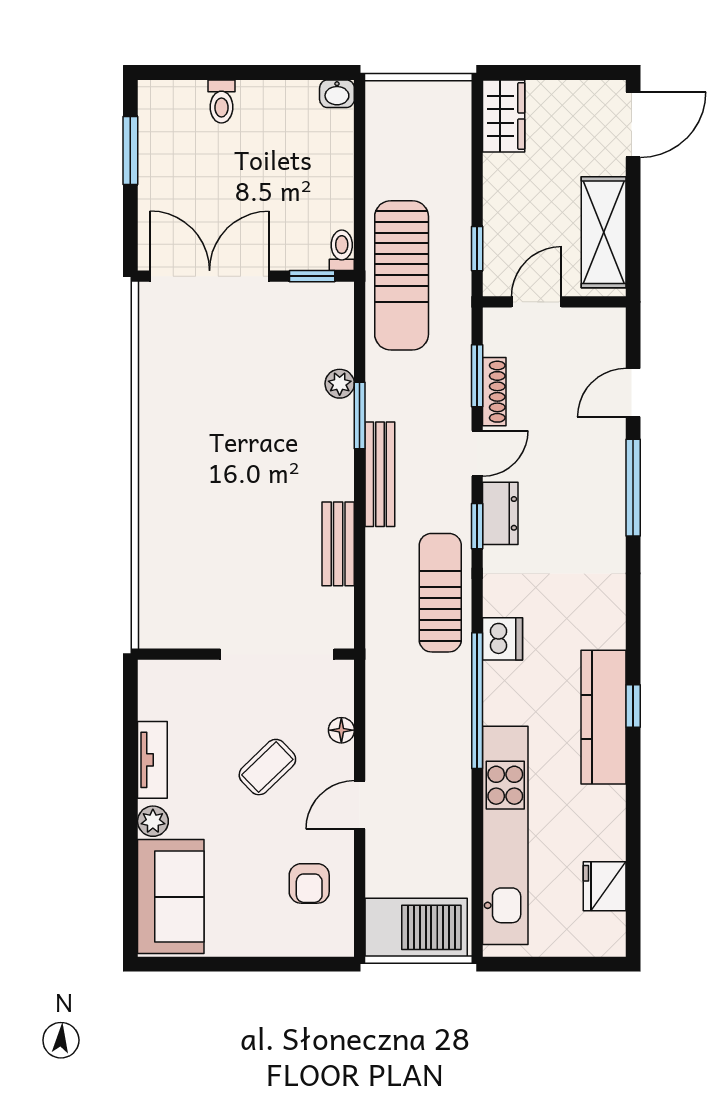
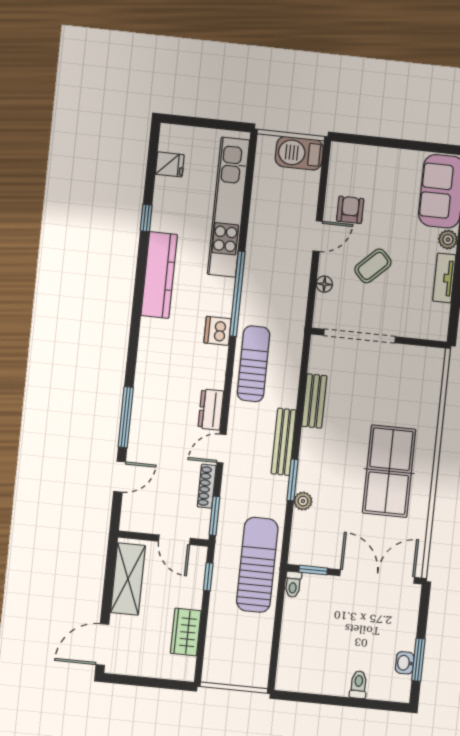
washbasin: (337, 94) -> (405, 663), moved, turned -90
wardrobe: (504, 116) -> (186, 632), moved
double door: (210, 276) -> (377, 577), swing flipped
door: (537, 302) -> (174, 540), hinge flipped
window: (477, 376) -> (214, 516), moved
table tennis table: (208, 445) -> (389, 471), added
window: (477, 526) -> (226, 403), removed
sun lounger: (440, 593) -> (254, 364), turned 180
window: (633, 706) -> (146, 218), moved
armchair: (309, 883) -> (350, 210), moved
fridge: (605, 886) -> (170, 164), width x0.72
barbecue: (416, 927) -> (299, 153), width x0.73, depth x0.83

